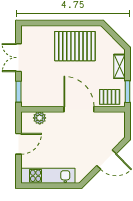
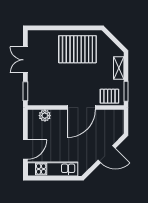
door: (79, 109) -> (81, 107), swing flipped
door: (19, 144) -> (25, 150), moved

